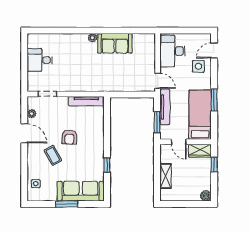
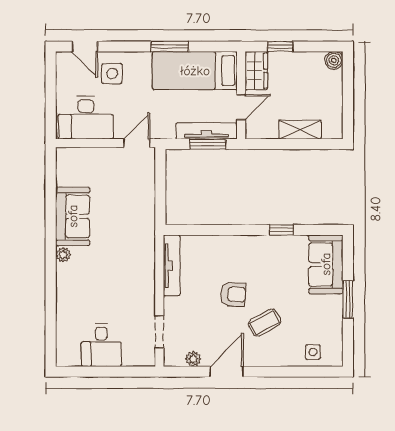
tv unit: (165, 107) -> (207, 131), moved
sofa: (81, 191) -> (326, 264), width x0.73

